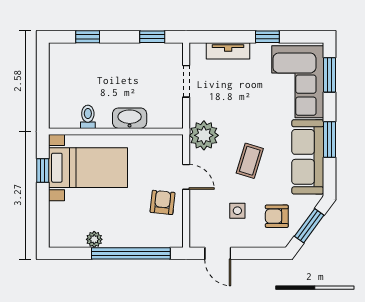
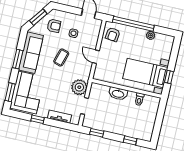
plant: (204, 135) -> (79, 87), moved
armchair: (163, 202) -> (113, 34), moved

